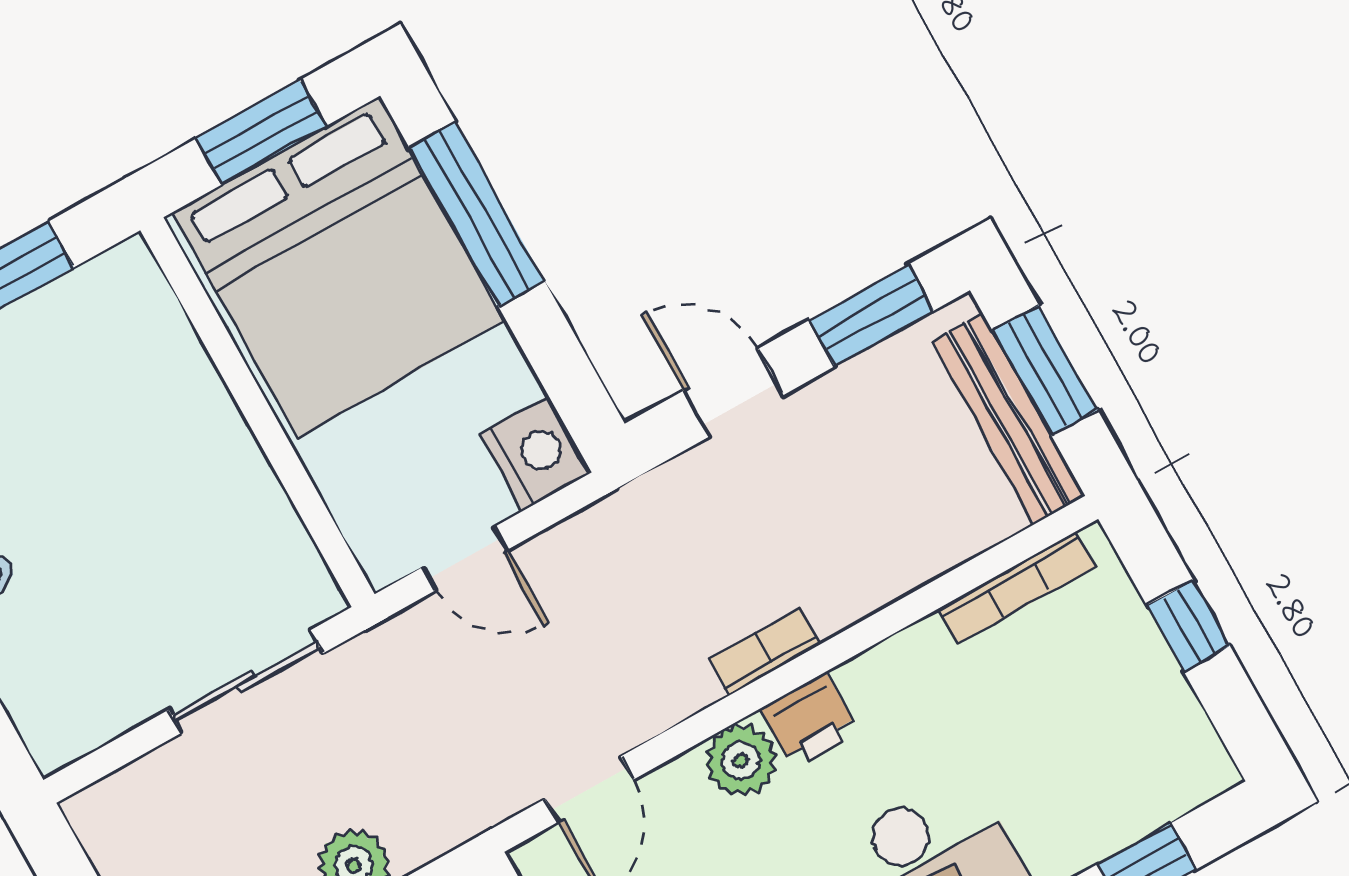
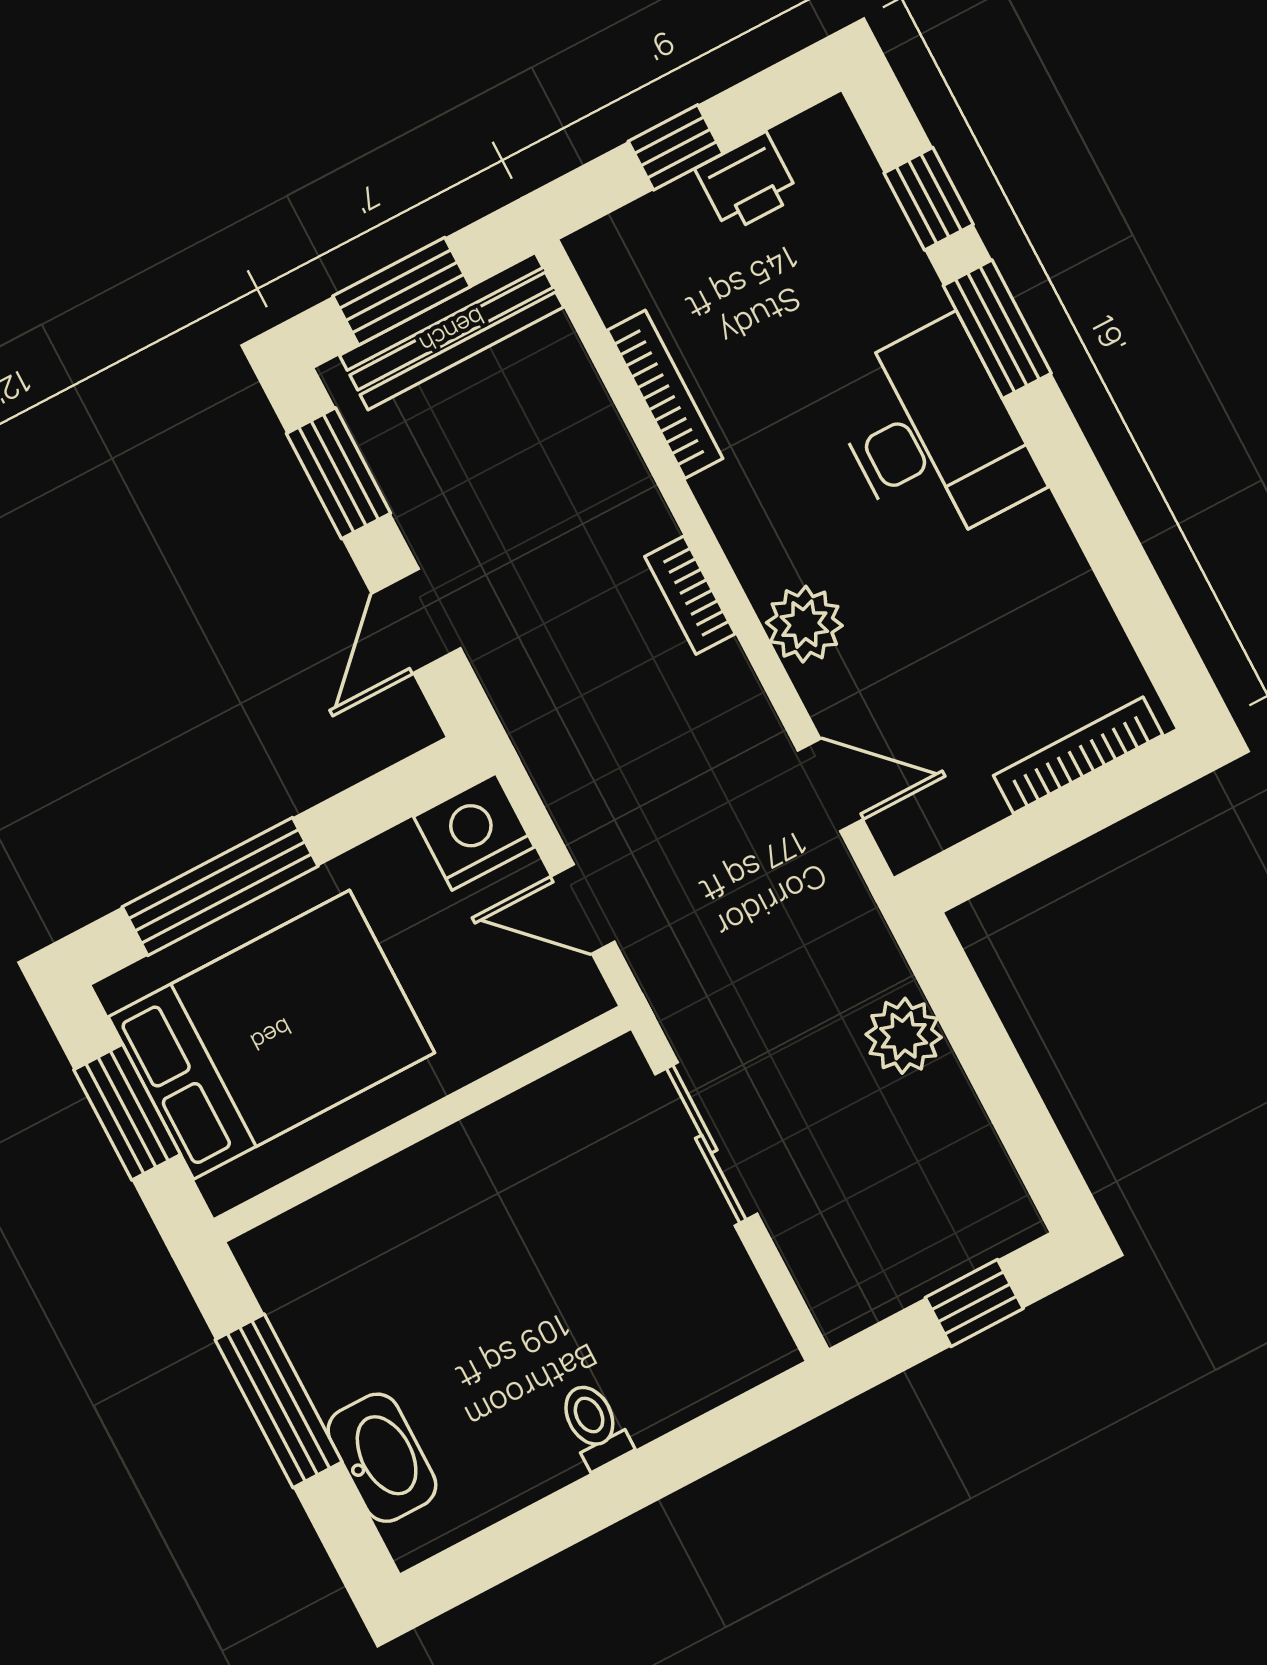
bed: (338, 267) -> (271, 1035), width x0.73
door: (465, 558) -> (583, 909), swing flipped
bookcase: (1017, 588) -> (665, 394), moved
printer: (809, 721) -> (747, 182), moved, turned 90

